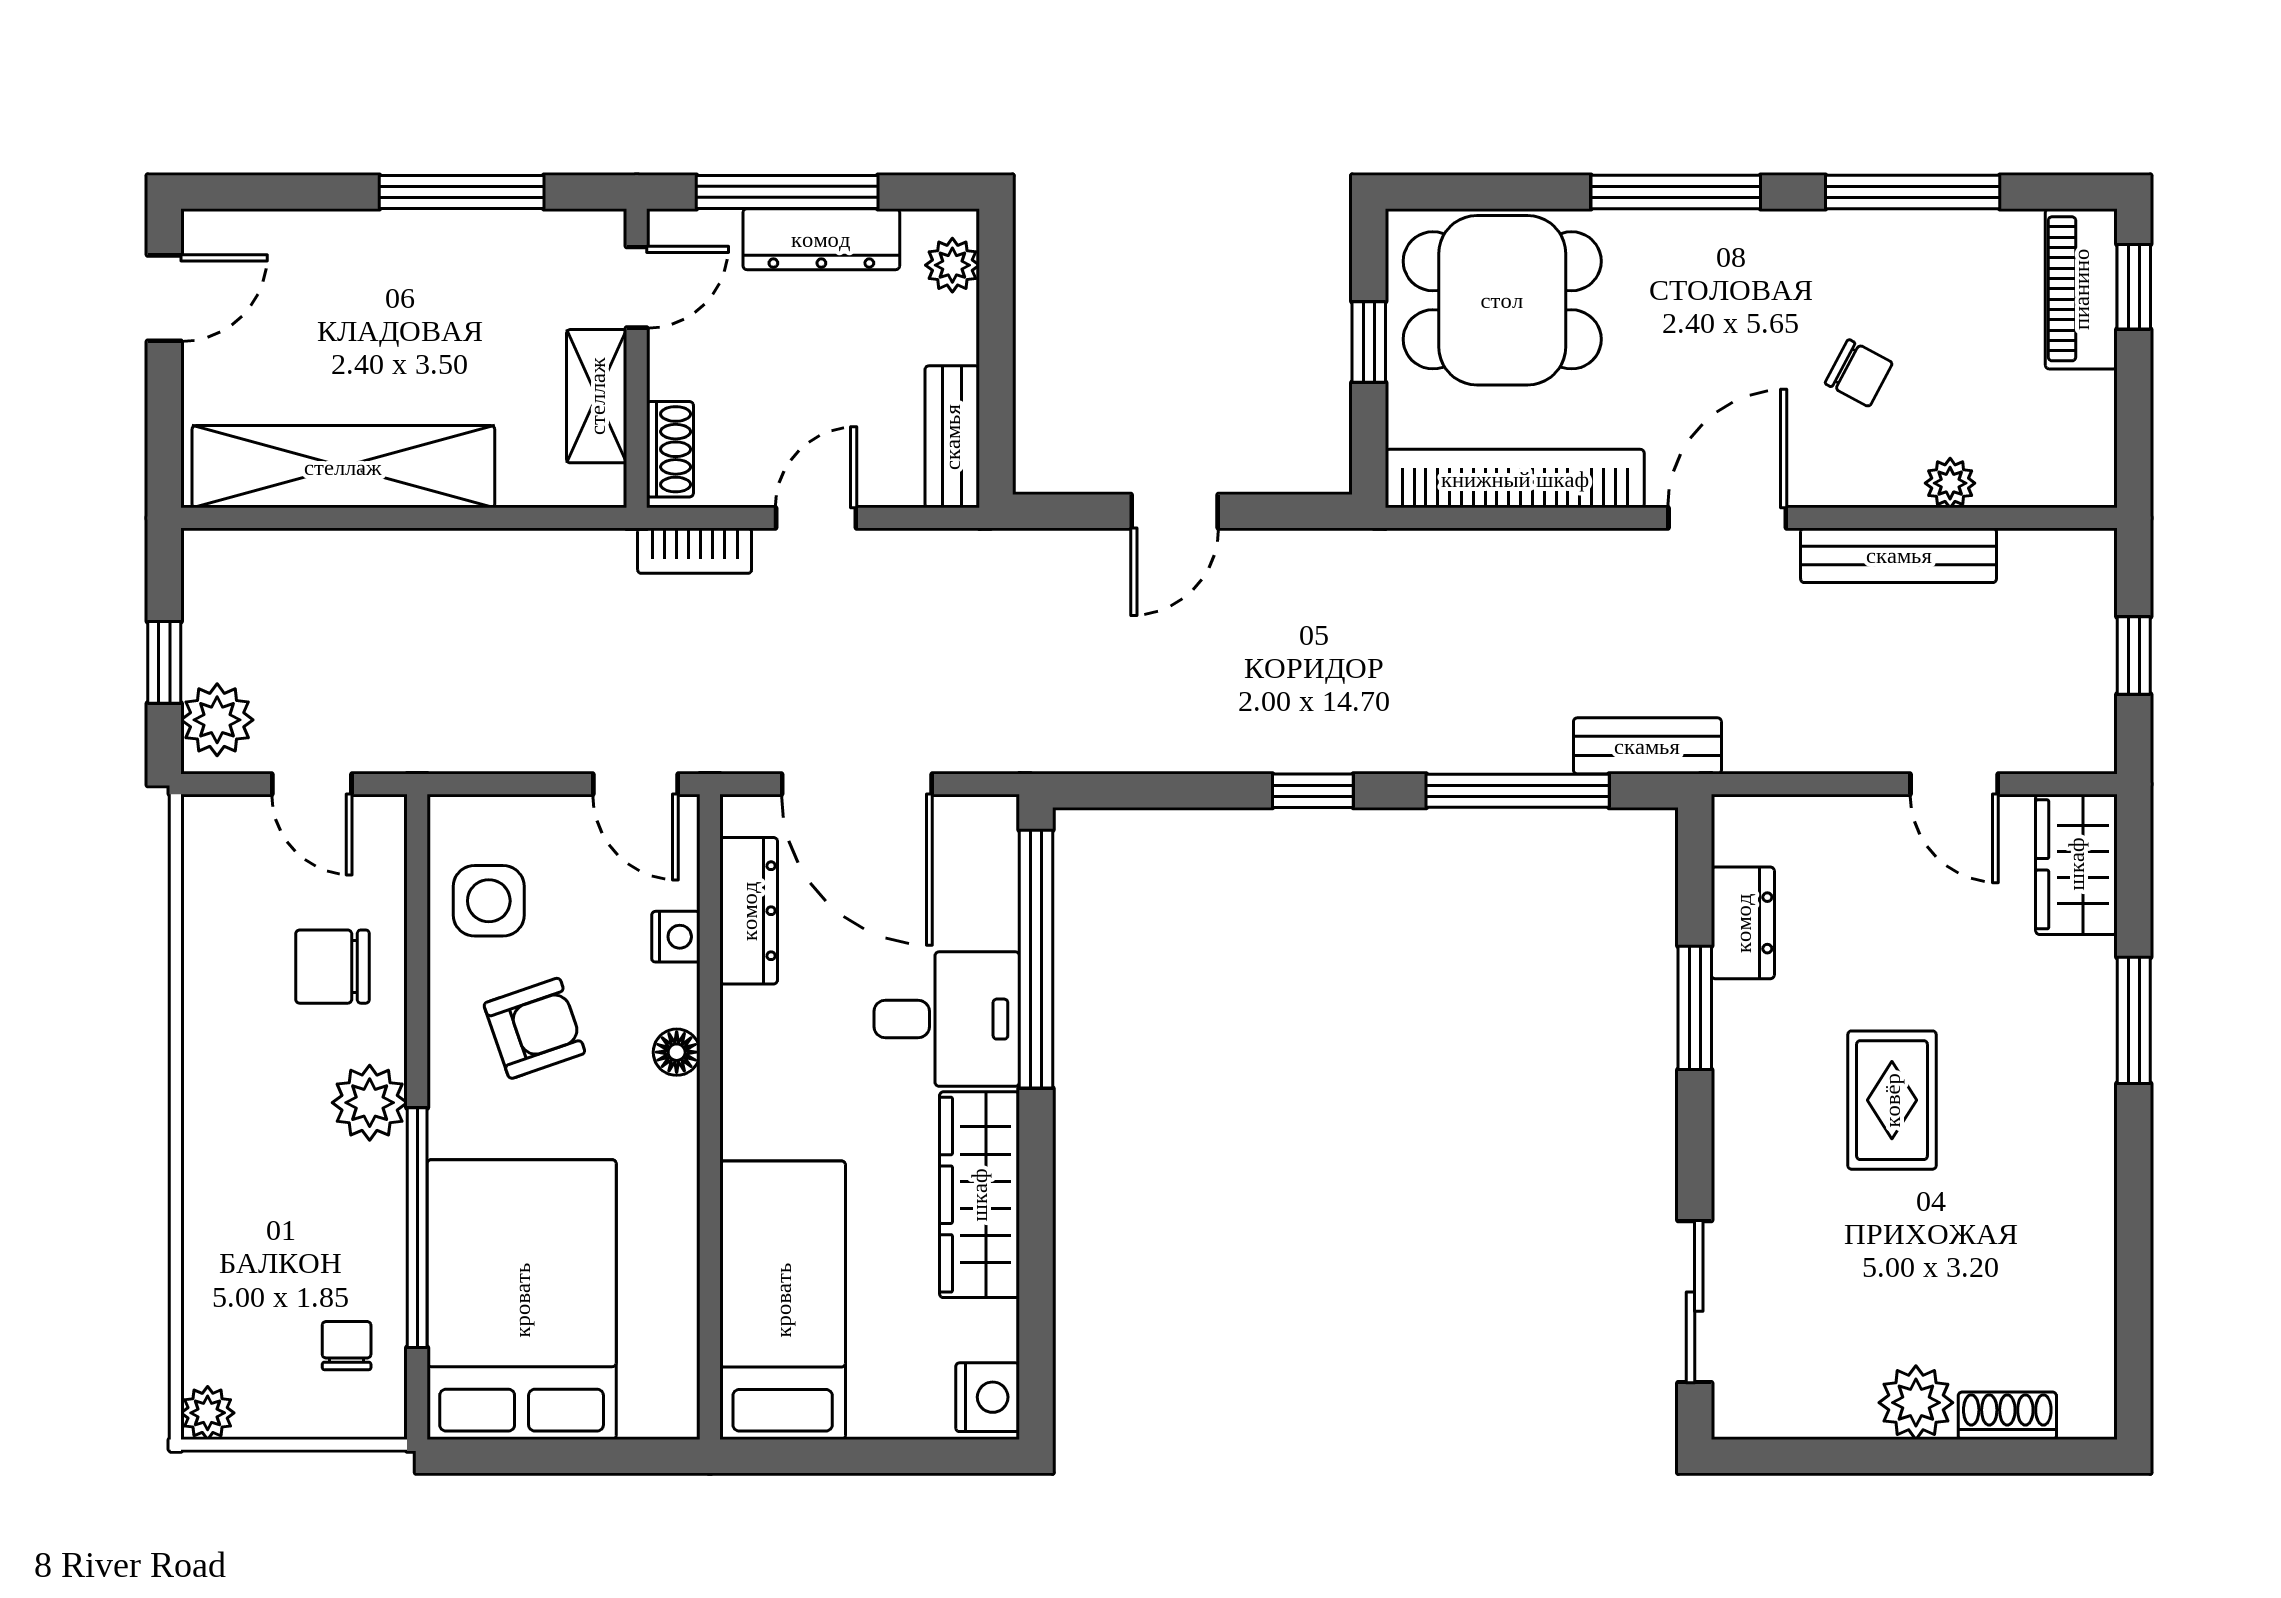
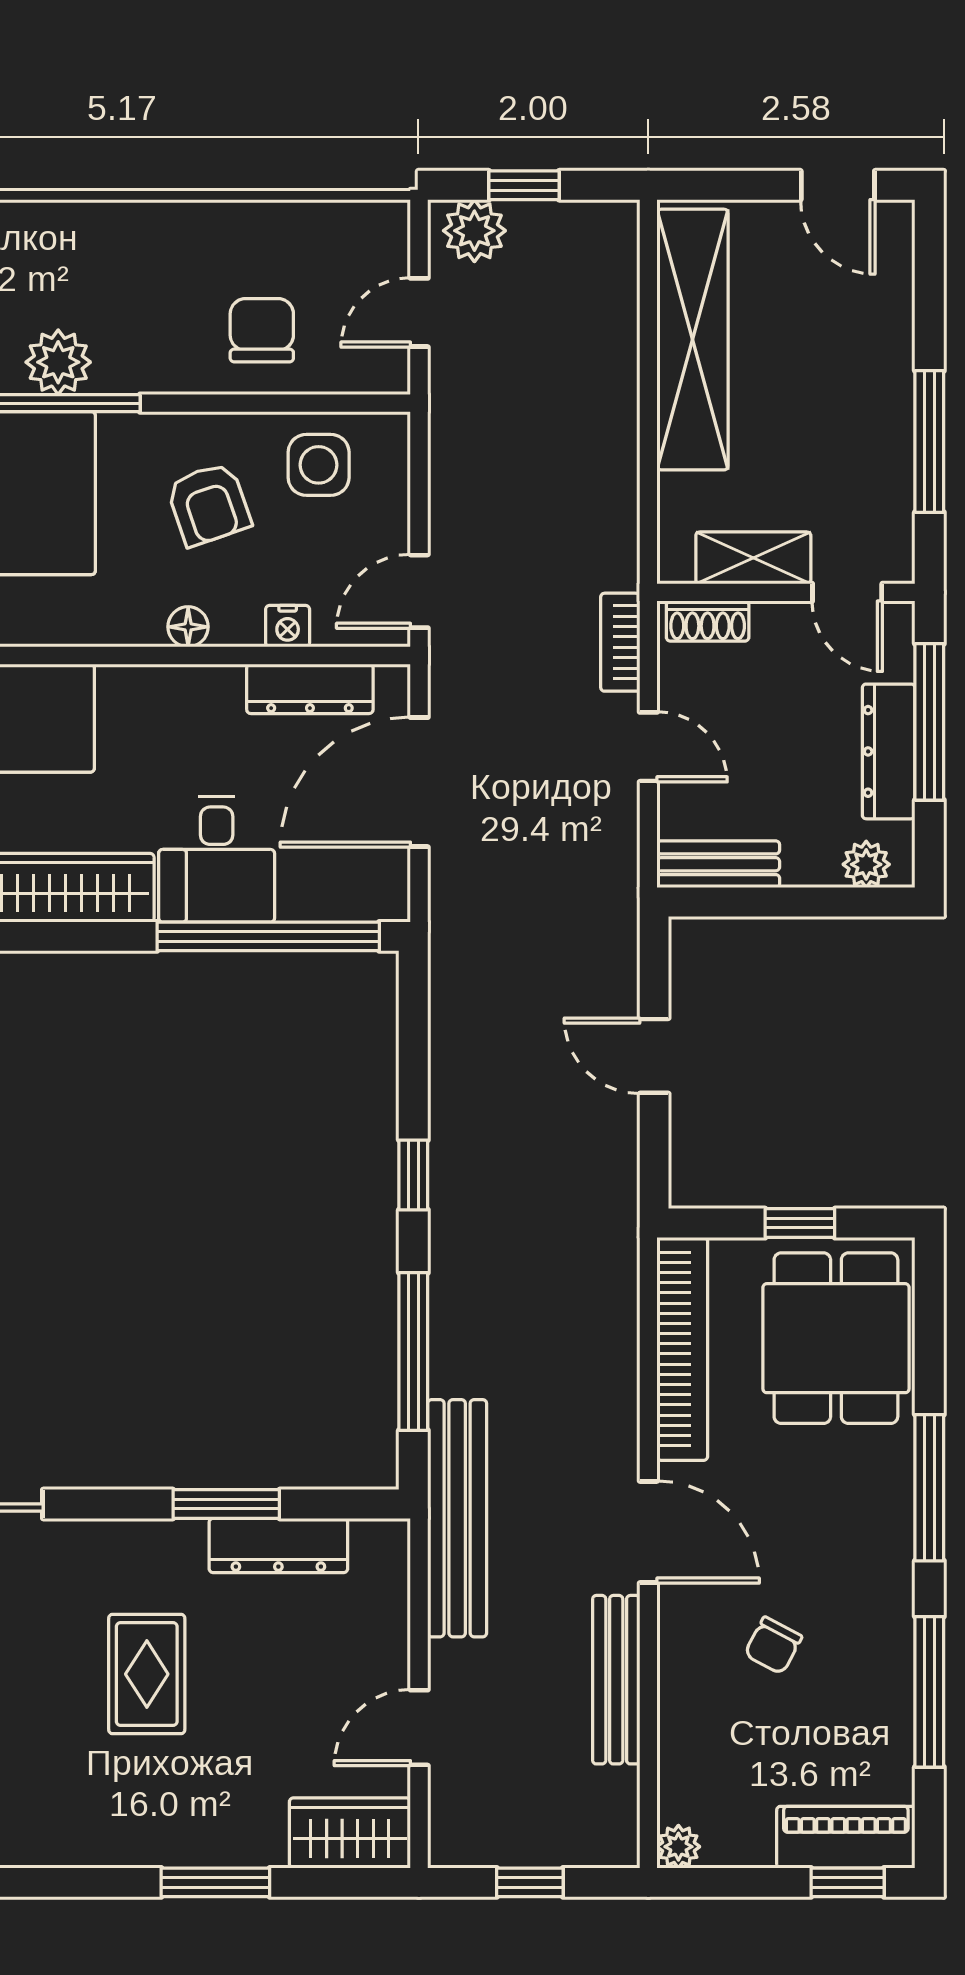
plant: (1950, 483) -> (678, 1847), moved
bench: (1647, 746) -> (457, 1518), width x1.86, depth x1.21
dresser: (1743, 923) -> (278, 1545), width x1.44
rug: (1892, 1100) -> (147, 1674), turned 90
plant: (370, 1103) -> (58, 362), moved

